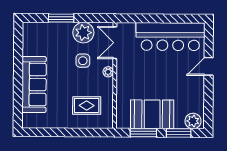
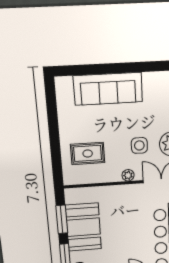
rug: (87, 106) -> (88, 153), turned 90

